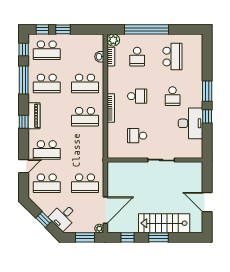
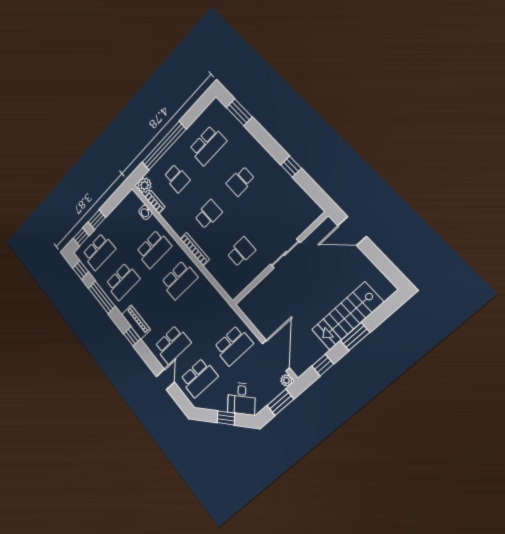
school desk: (173, 57) -> (208, 145), turned 90
window: (207, 91) -> (239, 112), moved
school desk: (173, 96) -> (240, 181), turned 90
desk: (190, 123) -> (281, 190), removed
school desk: (137, 136) -> (241, 252), turned 180
door: (207, 202) -> (352, 231), moved

